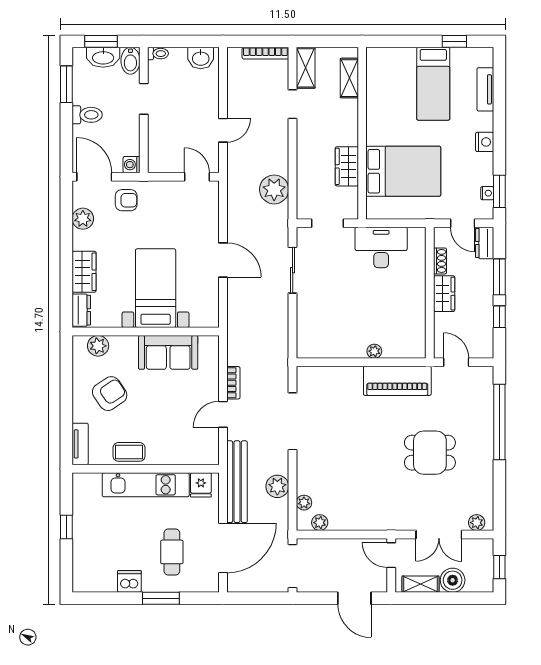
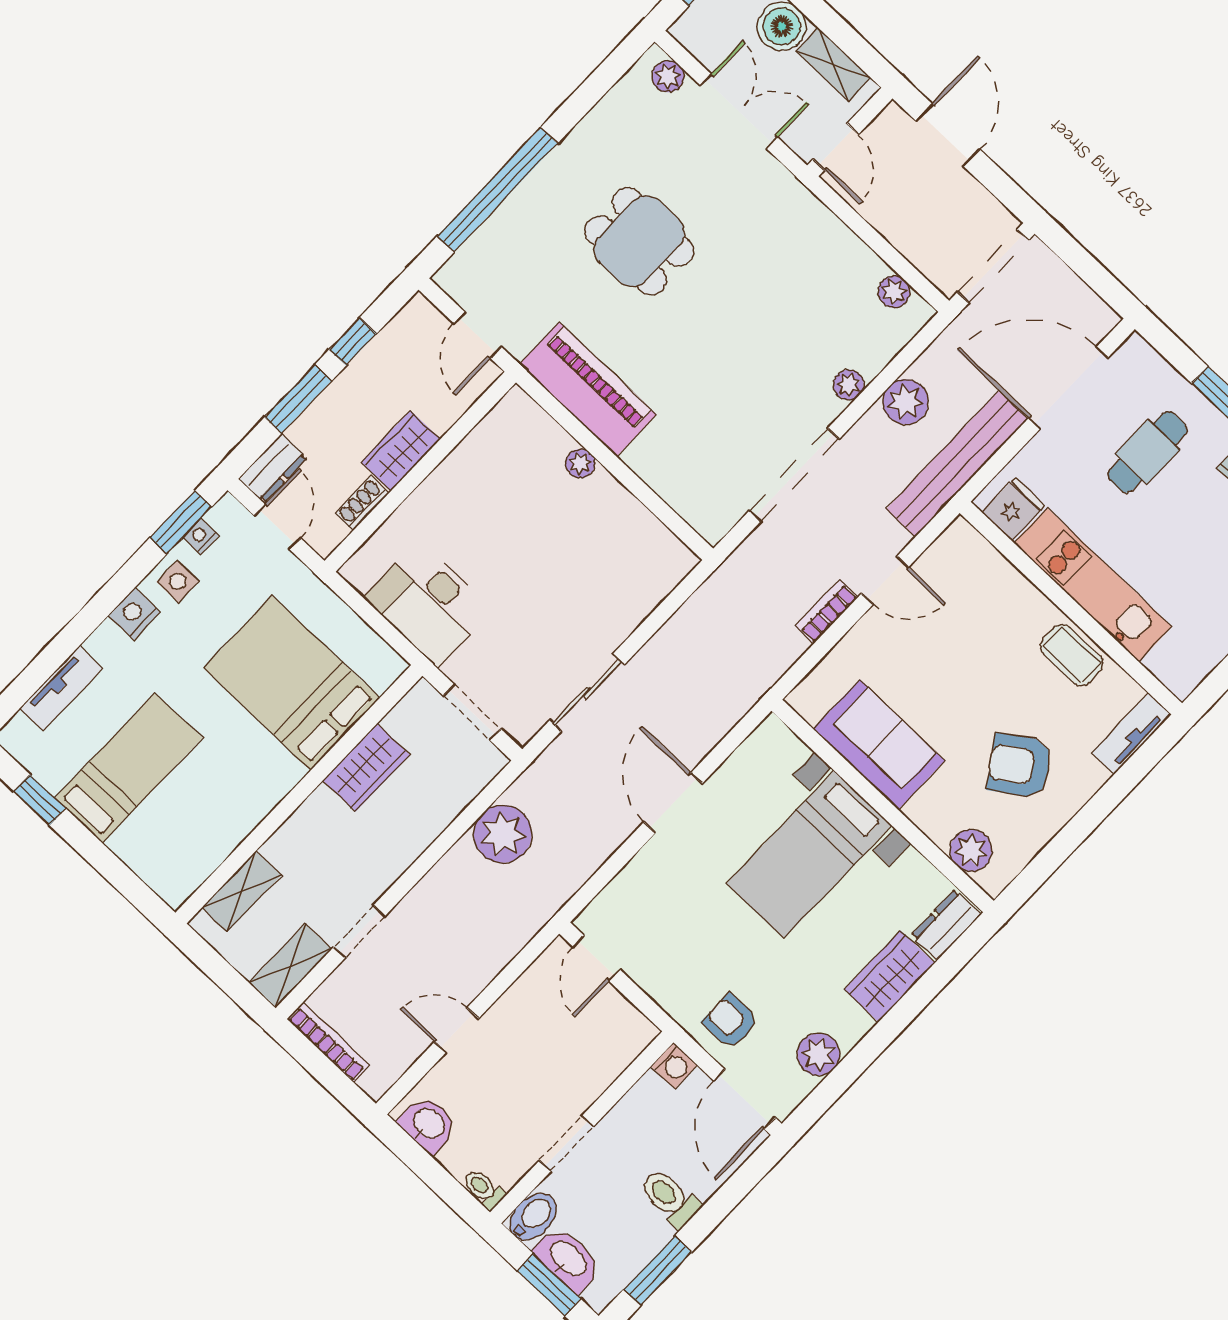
door: (223, 130) -> (456, 1030), moved
side table: (480, 169) -> (178, 581), added
plant: (304, 503) -> (849, 385), moved

